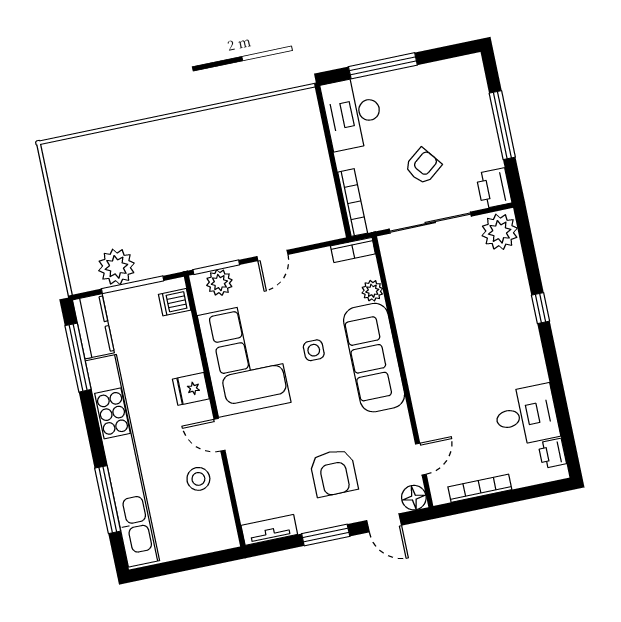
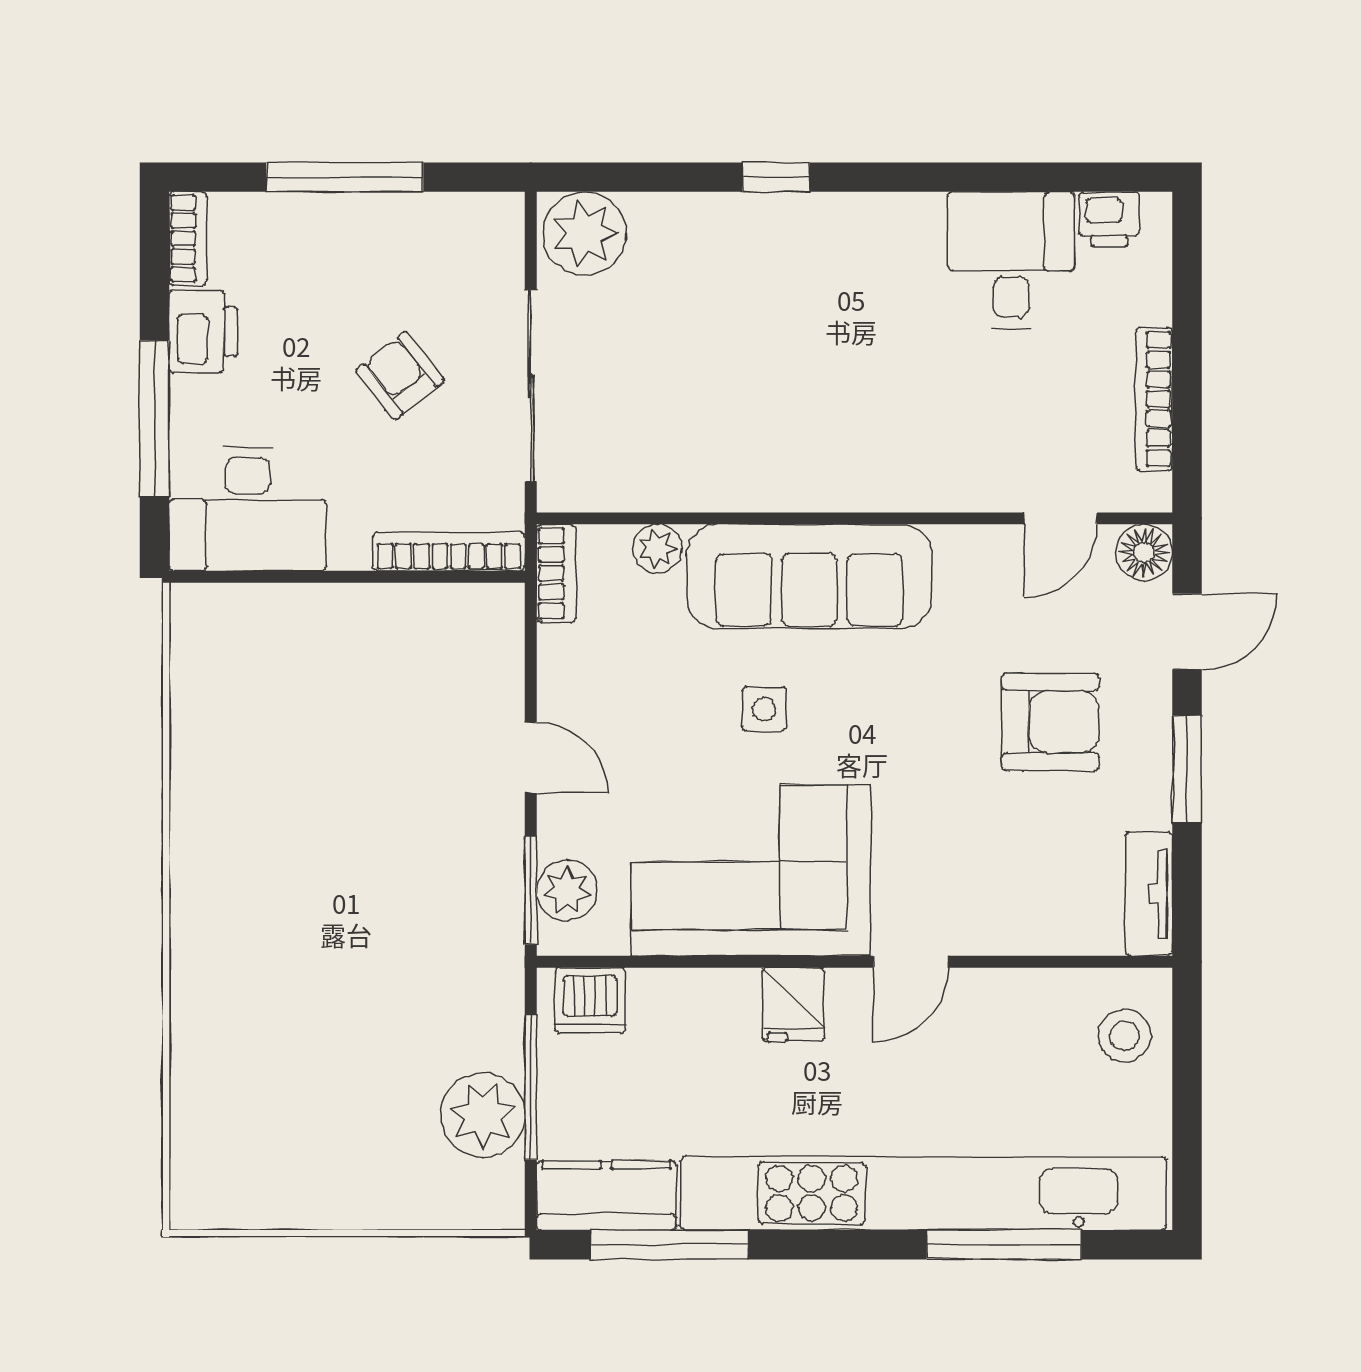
bookcase: (462, 64) -> (188, 238), added
printer: (494, 188) -> (203, 331), moved, turned -90
dishwasher: (175, 302) -> (590, 1000), width x1.38
door: (421, 459) -> (1060, 518), swing flipped
stool: (198, 479) -> (1124, 1036), moved

